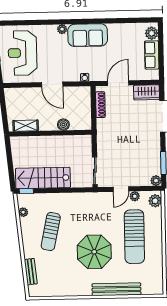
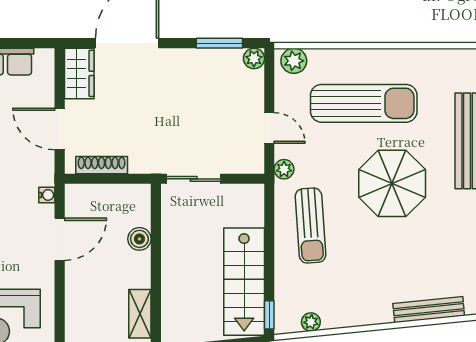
door: (52, 84) -> (60, 239), moved
sliding door: (95, 171) -> (194, 179), moved
plant: (135, 196) -> (284, 169), moved
sun lounger: (51, 231) -> (311, 226), moved, turned 74
bench: (31, 272) -> (429, 310), width x1.36

